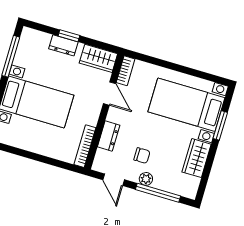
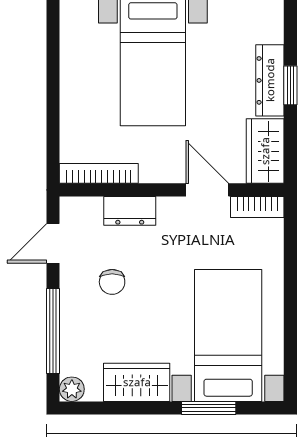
dresser: (63, 45) -> (270, 80), width x1.44
door: (109, 94) -> (207, 190), swing flipped
plant: (146, 179) -> (72, 389), moved

